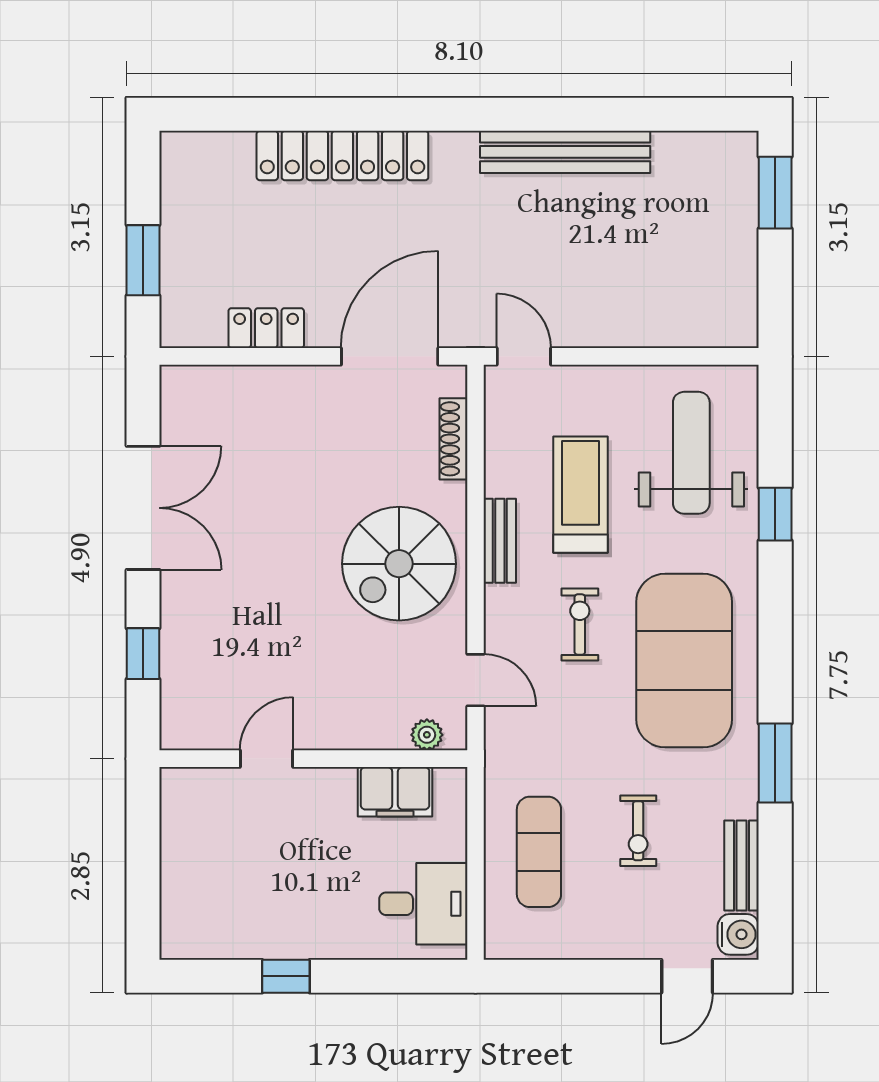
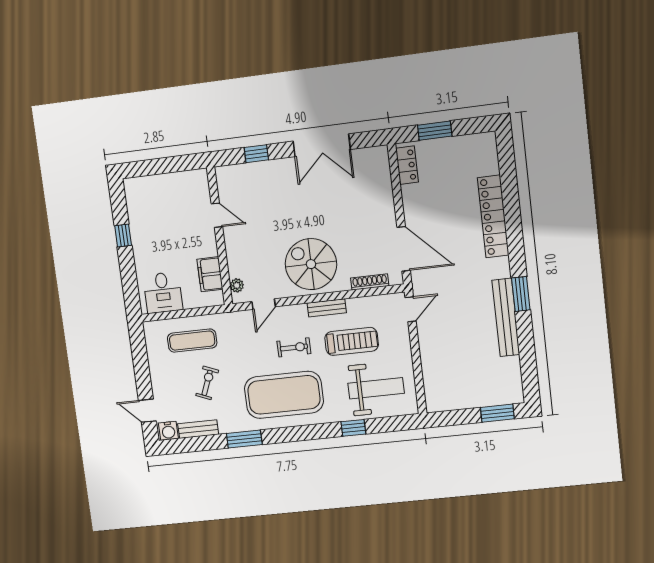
window: (518, 114) -> (521, 294), added
locker: (266, 328) -> (407, 165), moved
exercise bike: (638, 831) -> (207, 383), turned 112

